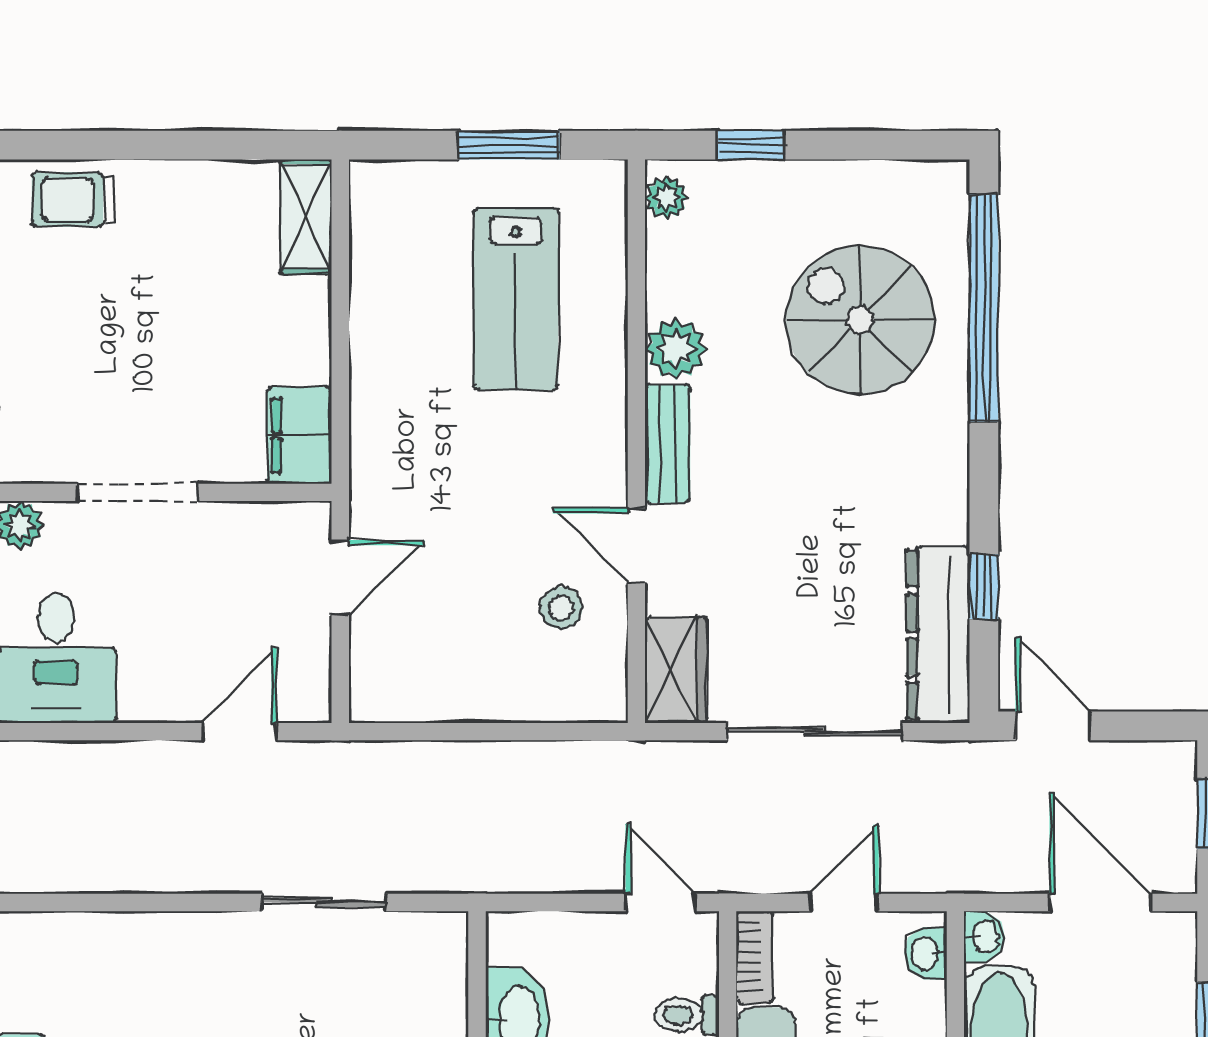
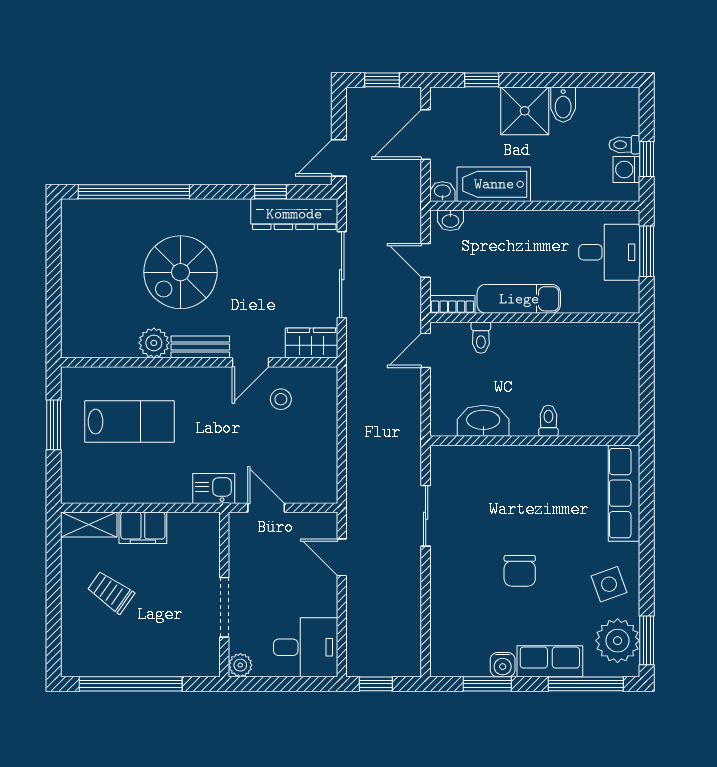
window: (751, 145) -> (54, 306), removed
plant: (666, 198) -> (79, 348), removed
trolley: (73, 200) -> (111, 592), moved, turned 125
spiral stairs: (860, 320) -> (180, 272), moved
filing cabinet: (299, 435) -> (143, 528), moved
kitchen sink: (380, 471) -> (214, 488), added

